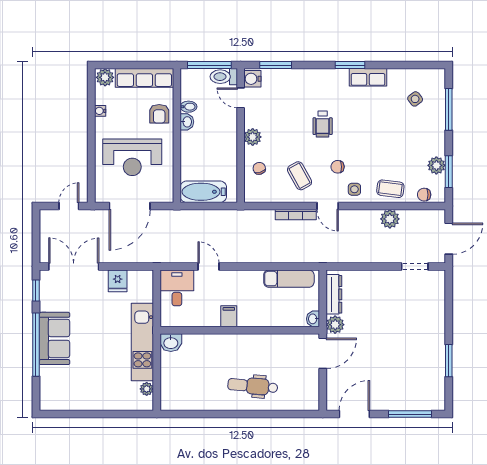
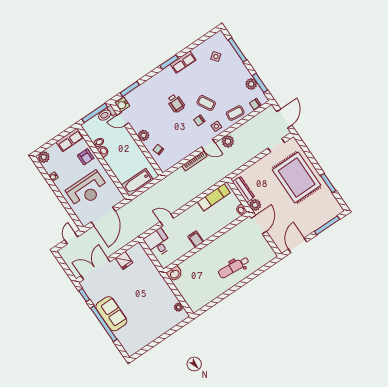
row of seats: (144, 78) -> (70, 140), width x0.68
coffee table: (300, 176) -> (206, 103), moved
plant: (390, 219) -> (228, 141), moved
rug: (413, 326) -> (297, 178), added
kitchen unit: (142, 342) -> (159, 284), removed

